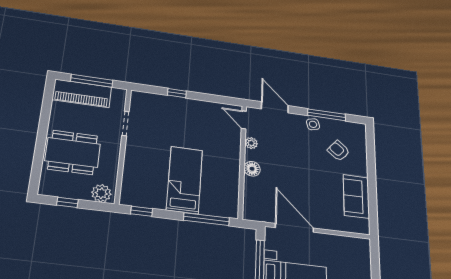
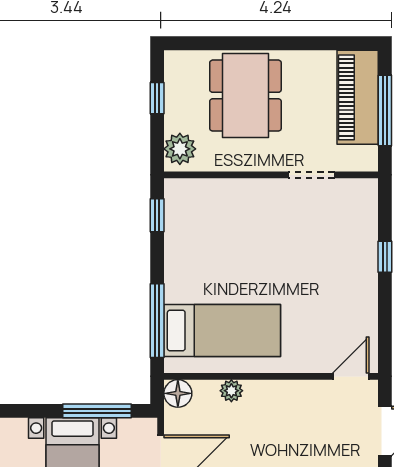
plant: (251, 143) -> (231, 391), moved
floor lamp: (252, 169) -> (178, 393), moved
bed: (185, 180) -> (222, 331), moved

